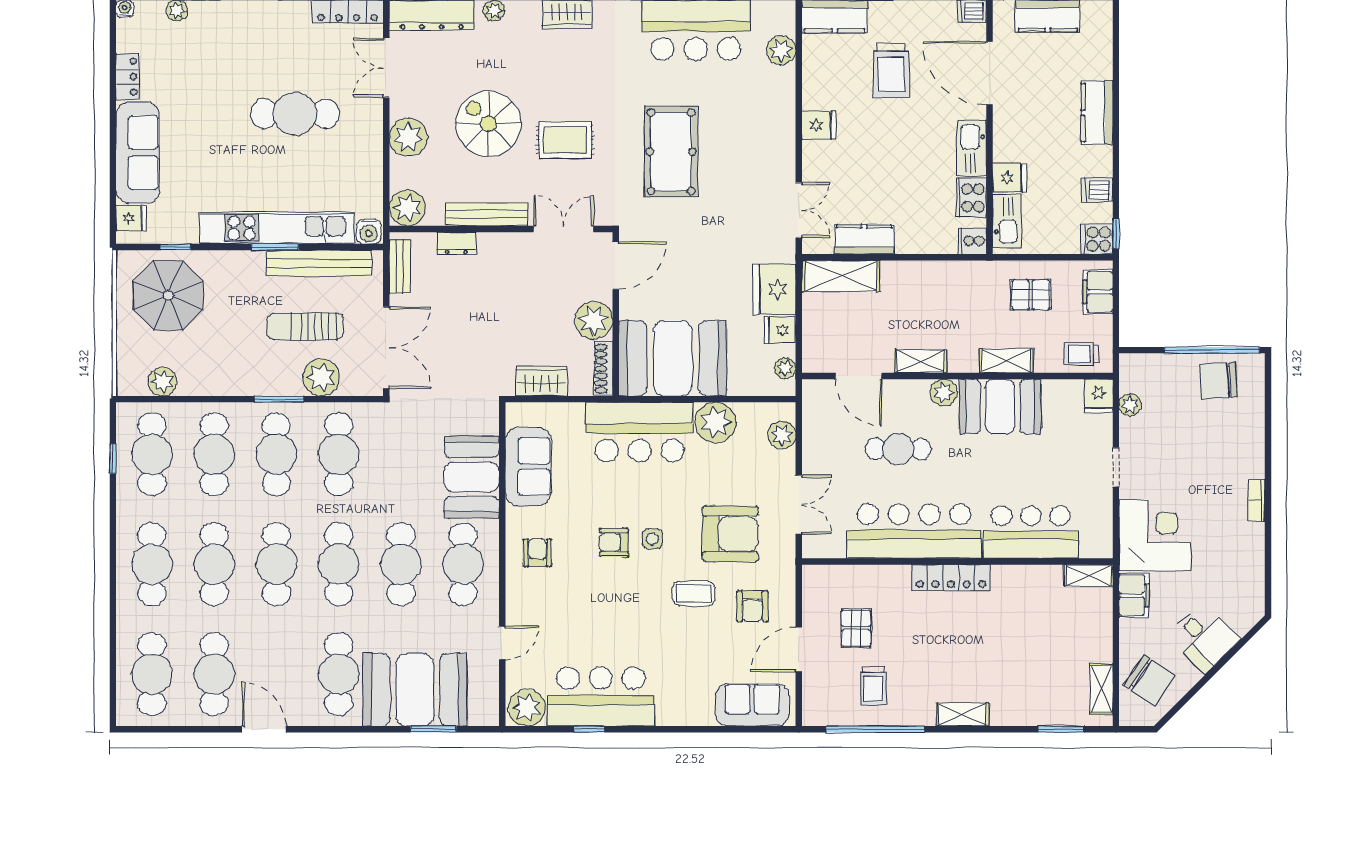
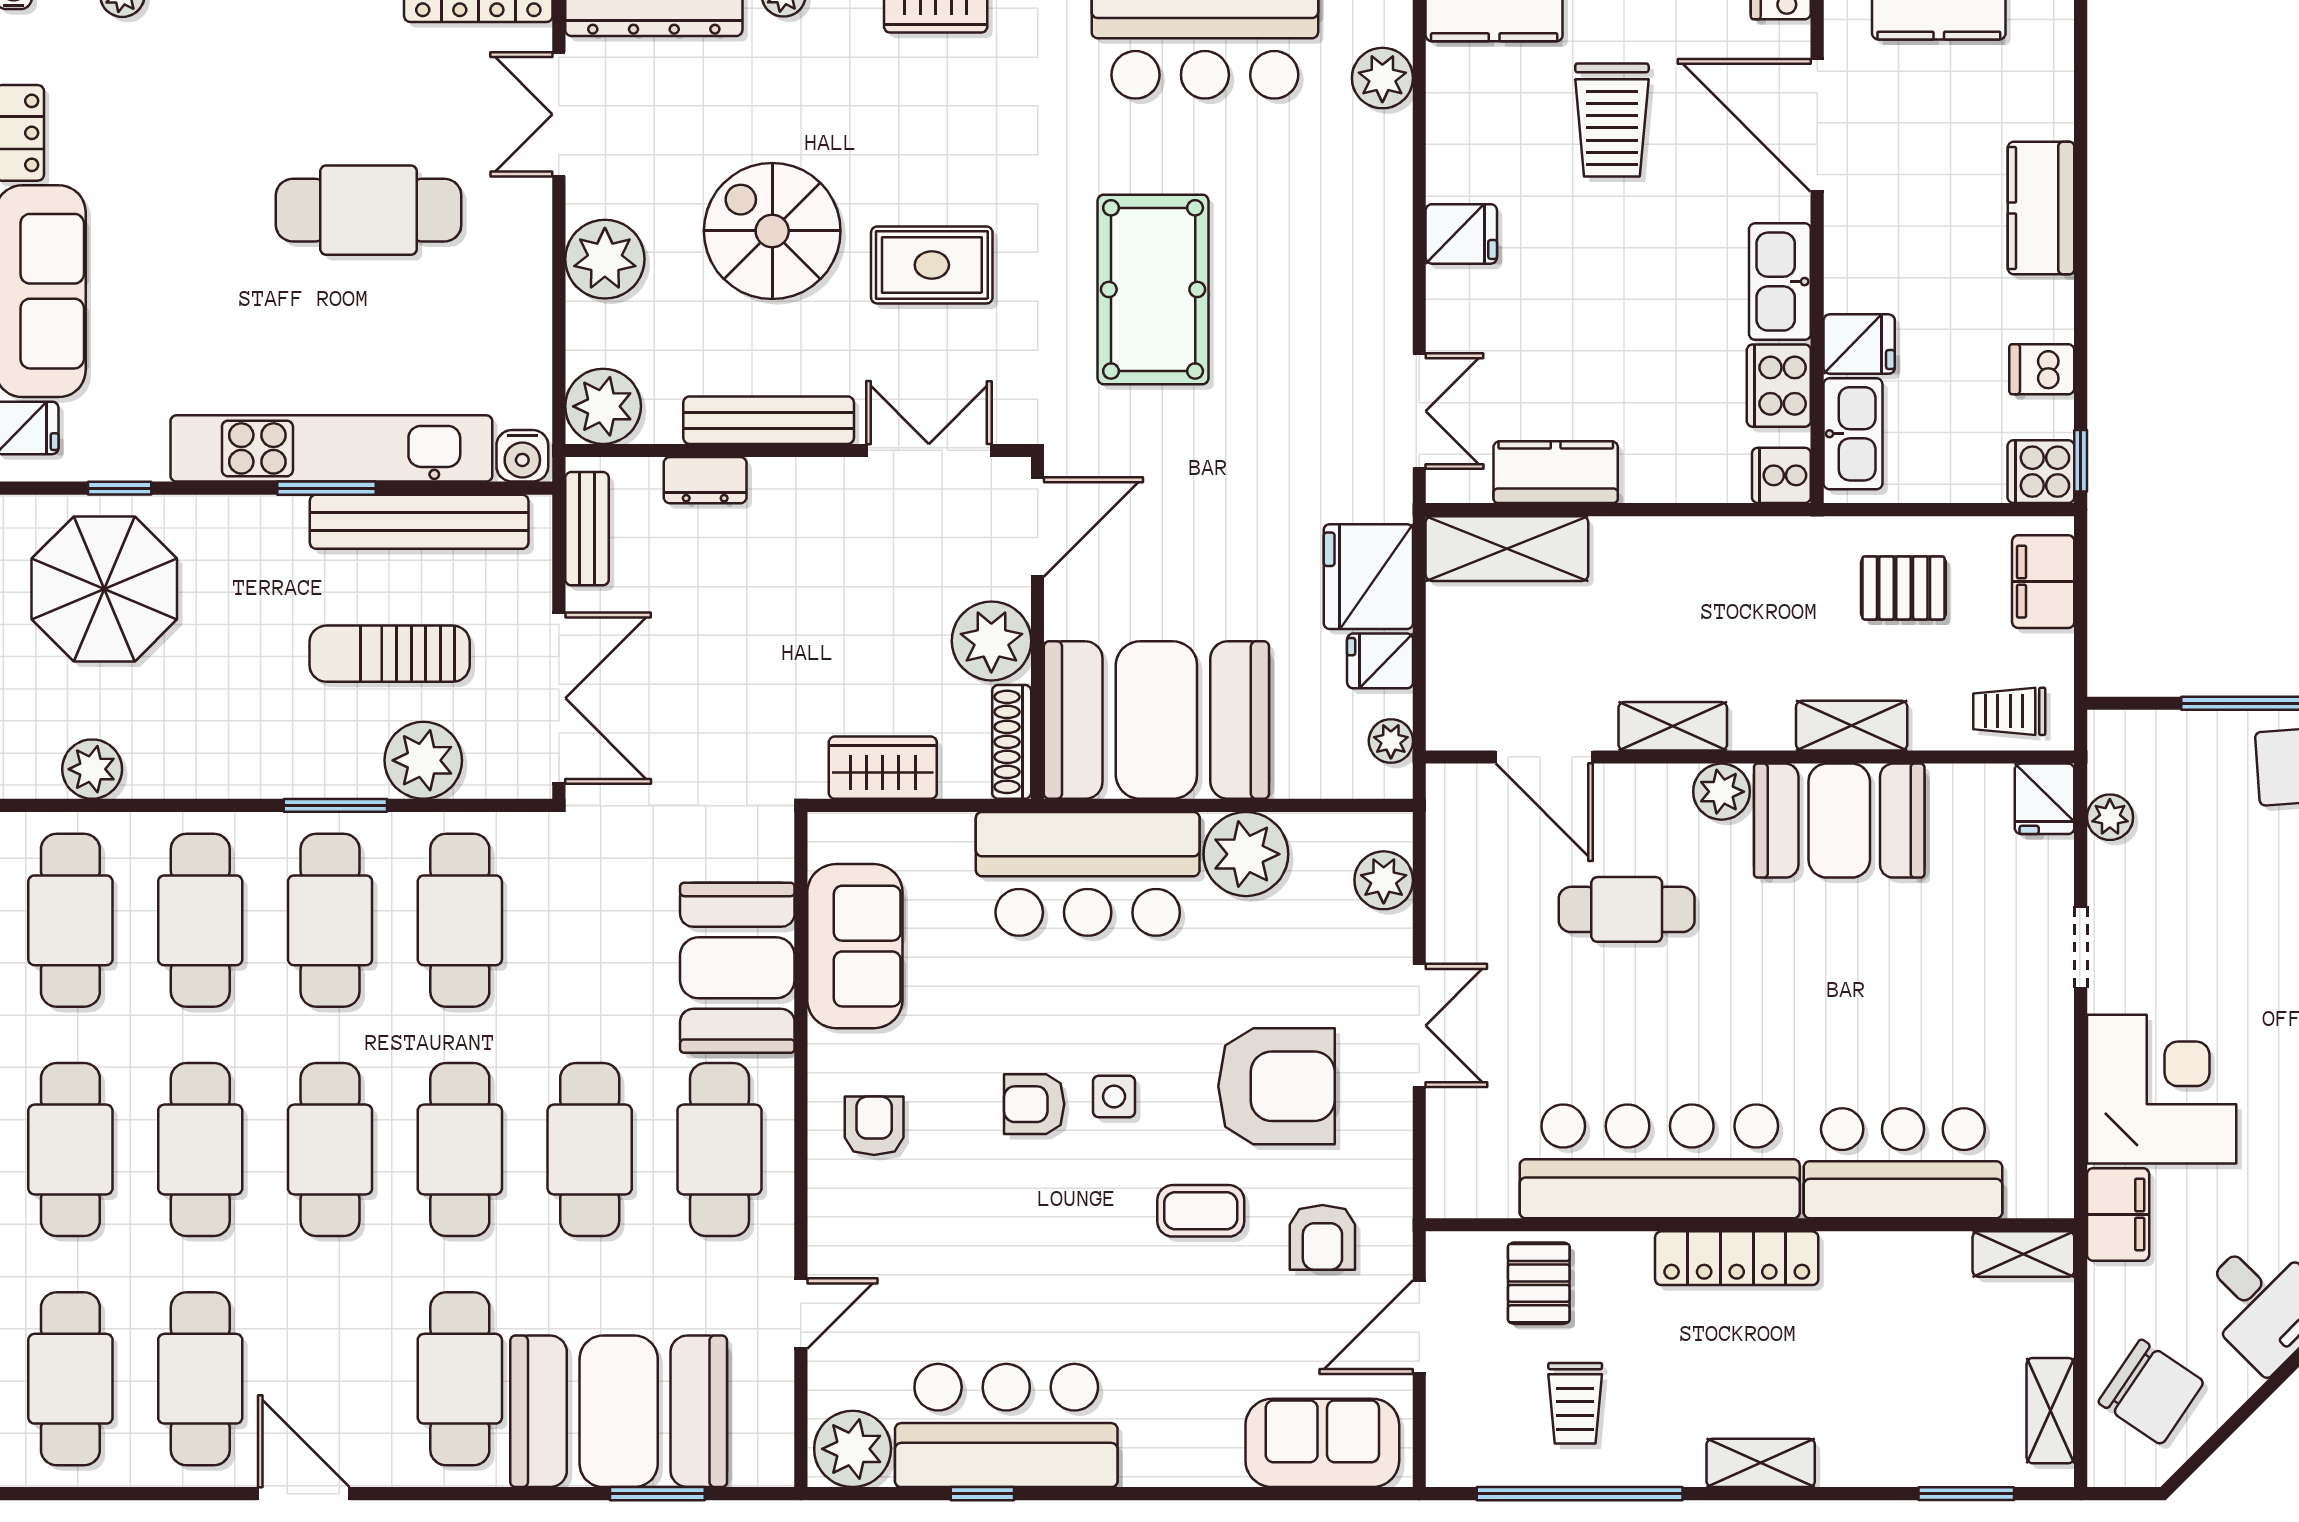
bar counter: (914, 531) -> (1660, 1161), moved
bar counter: (1031, 532) -> (1903, 1163), moved
wall: (957, 562) -> (1750, 1225), moved
shelving: (1088, 576) -> (2023, 1254), moved
locker: (951, 578) -> (1737, 1258), moved

